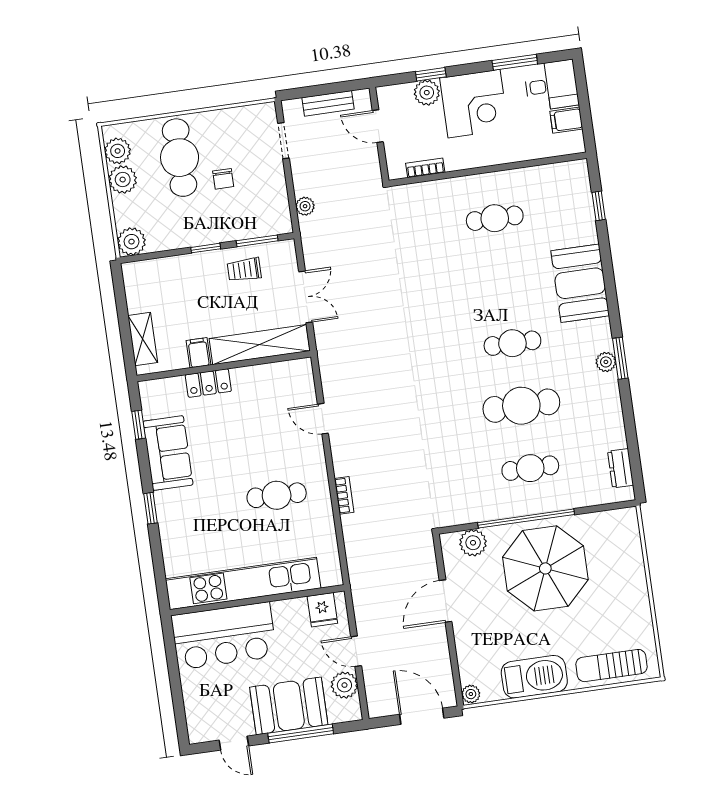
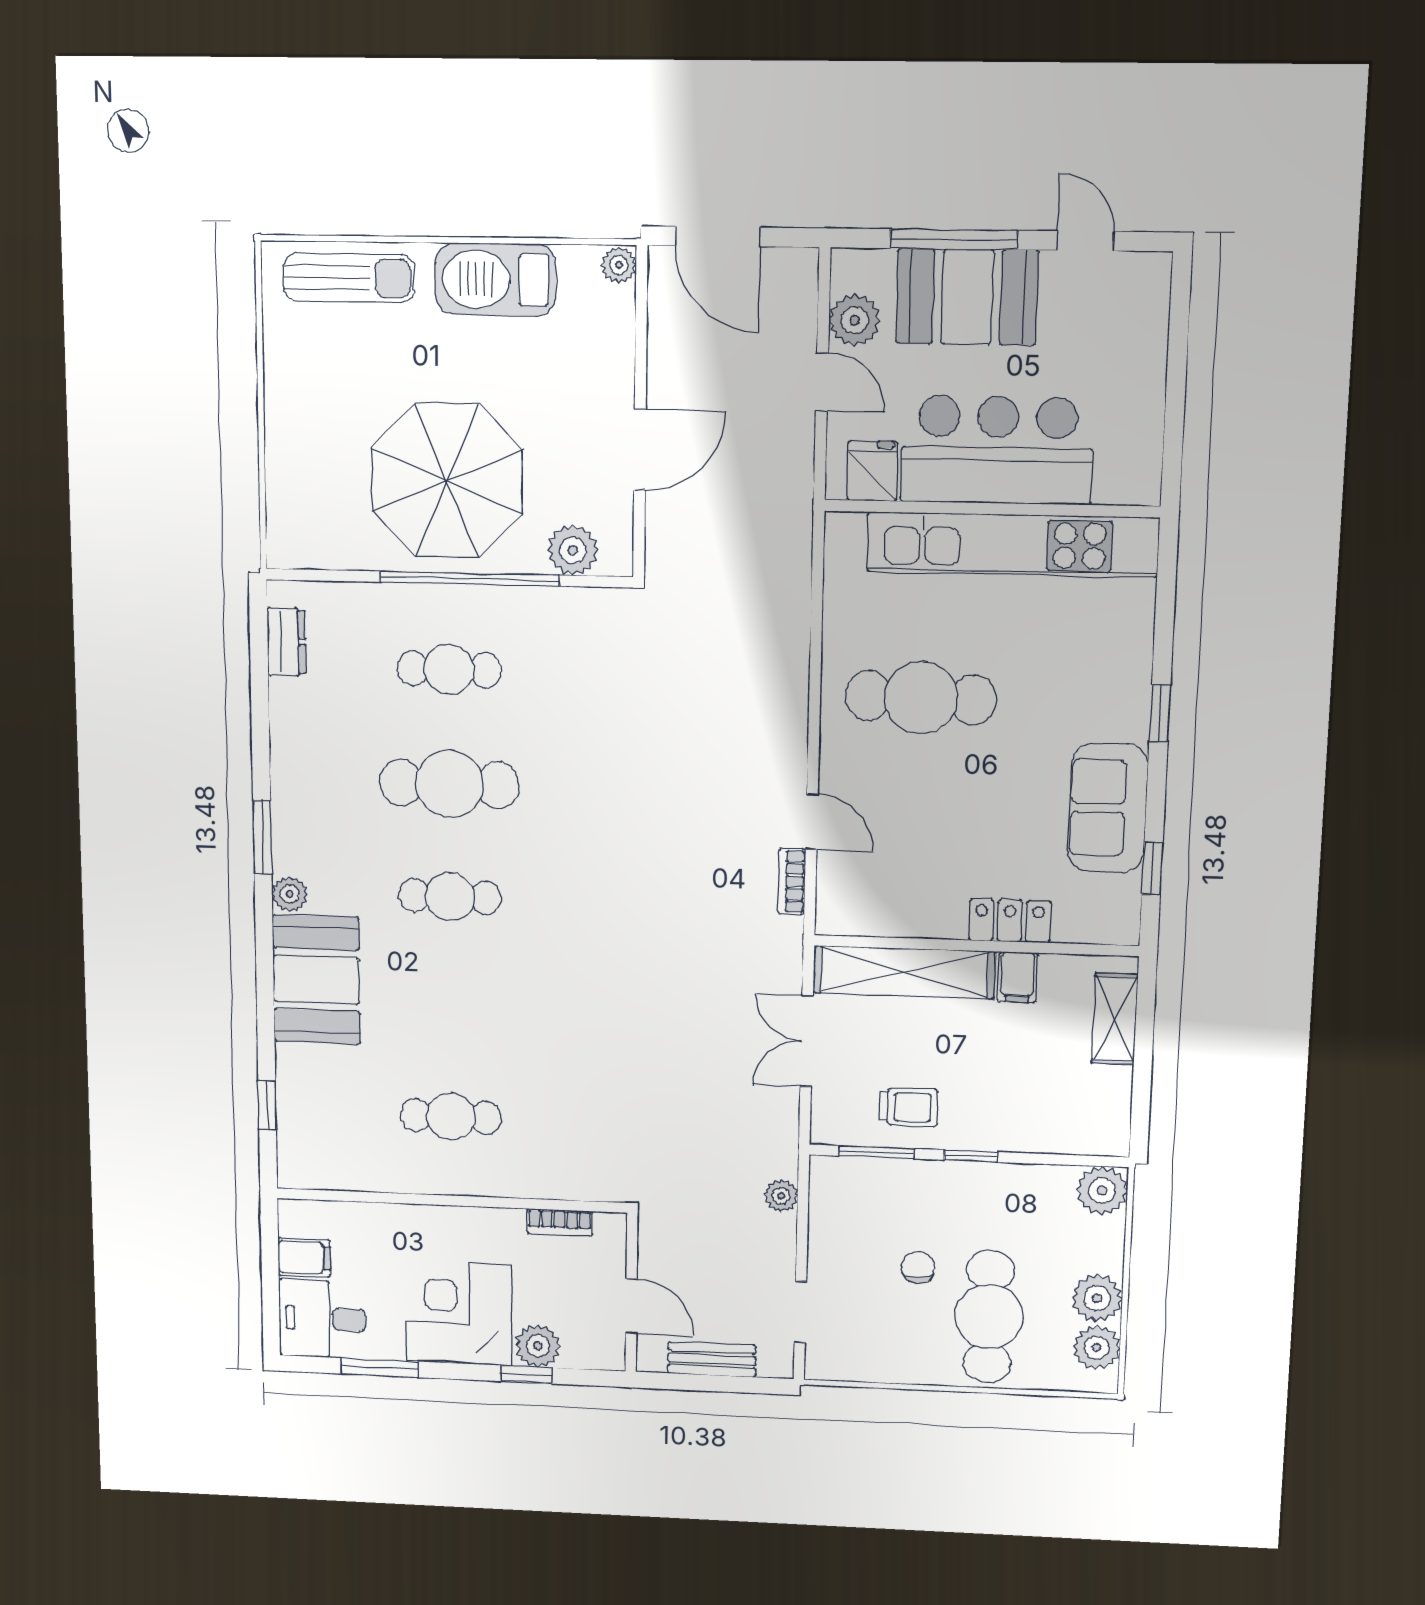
plant: (606, 362) -> (290, 894), moved
cafe table: (277, 495) -> (921, 698), width x1.37, depth x1.35
bookcase: (344, 495) -> (792, 882), moved
bar counter: (224, 636) -> (997, 450), moved

